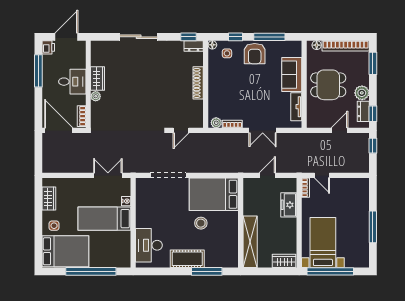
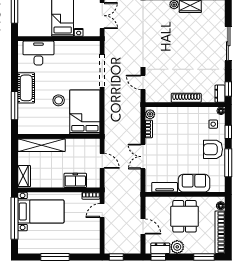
window: (373, 146) -> (116, 257), moved

